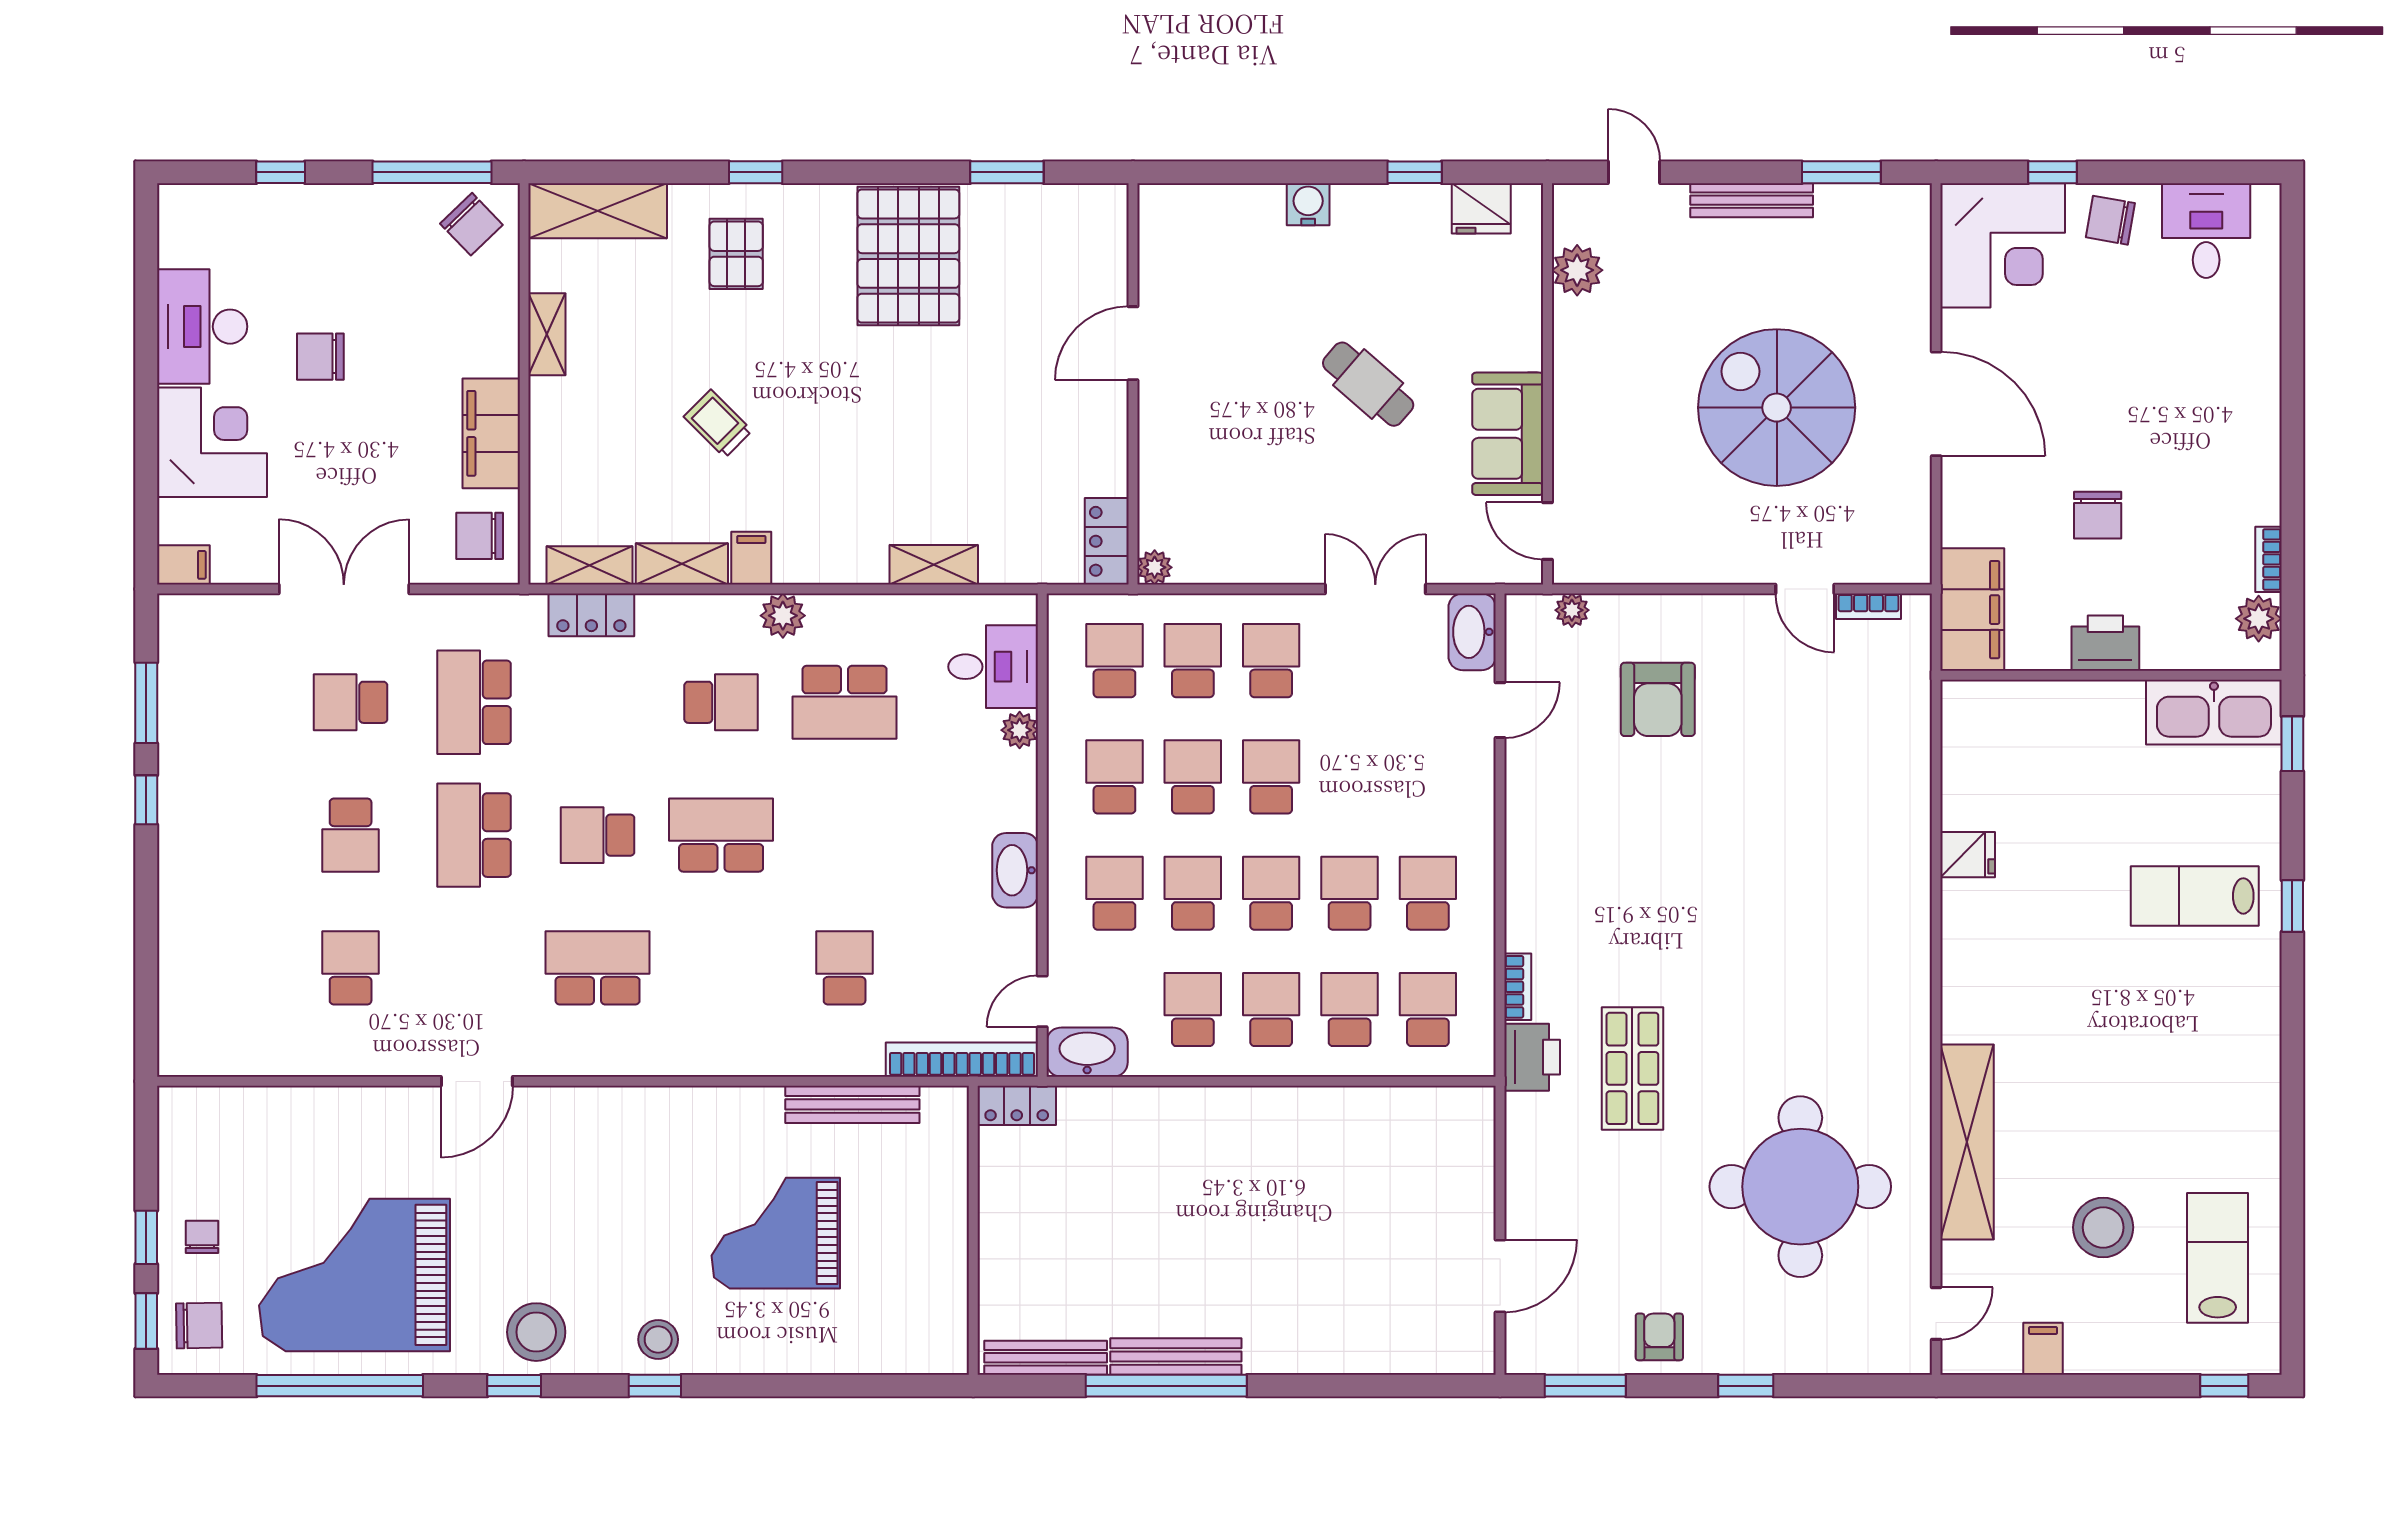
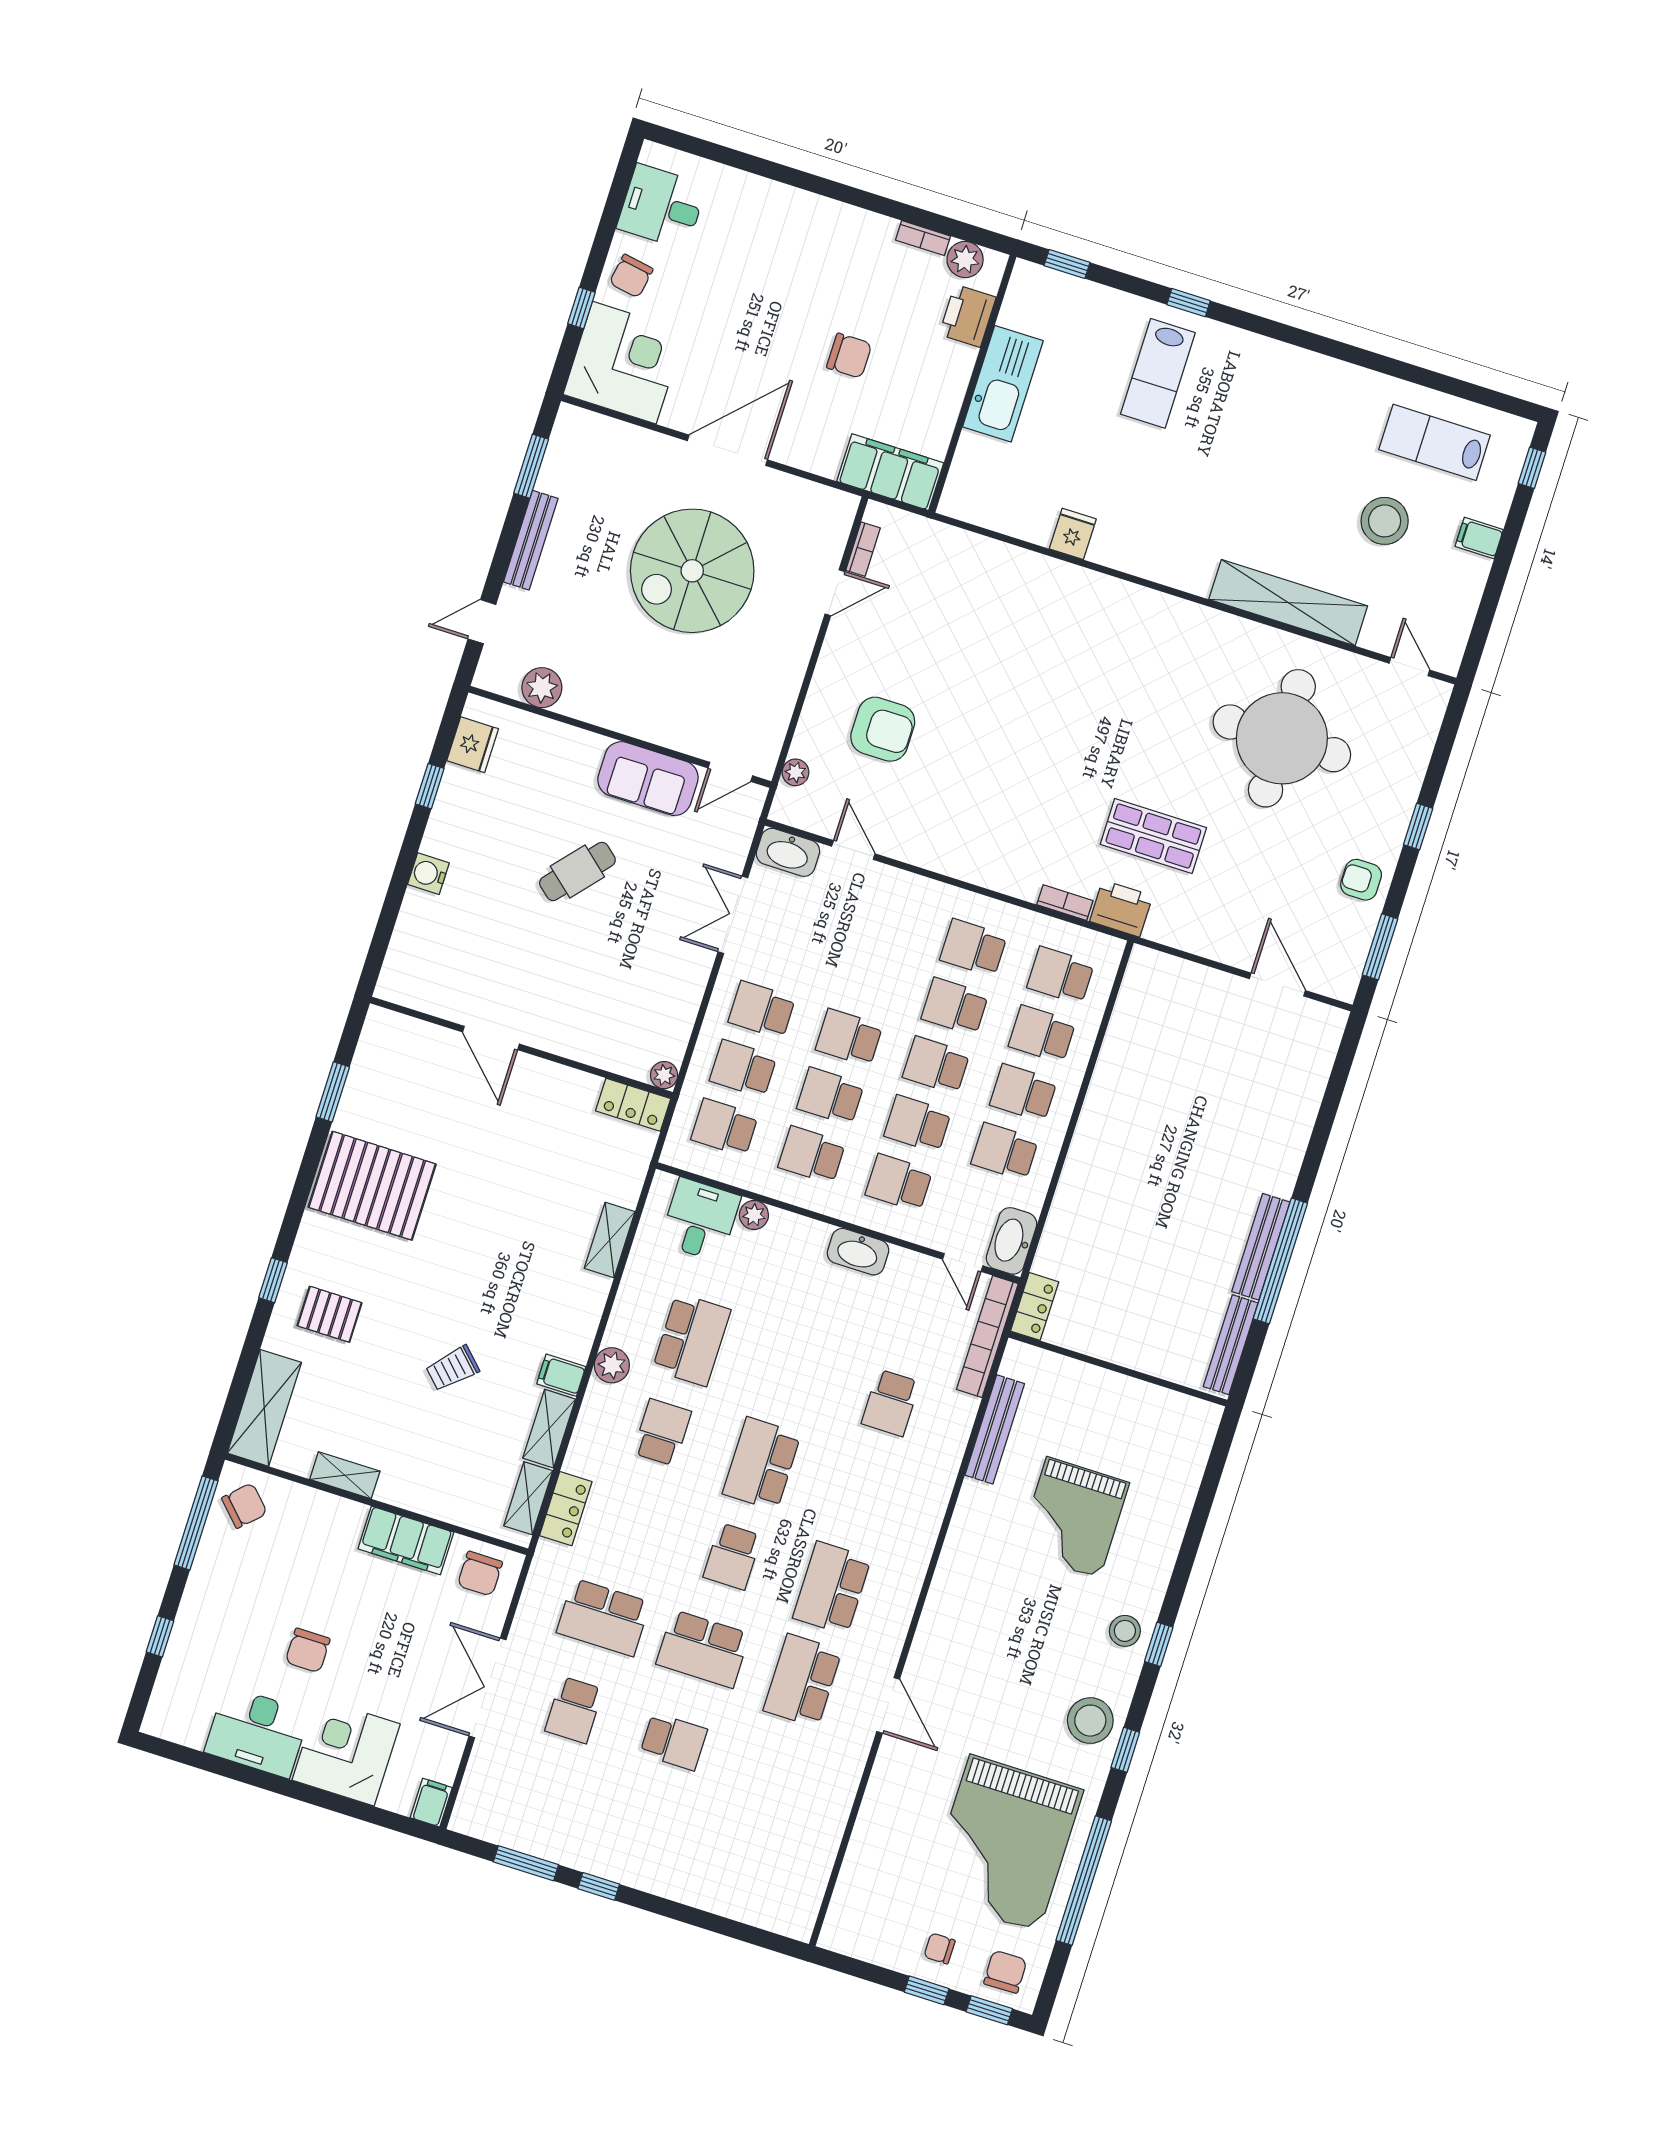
printer: (2105, 643) -> (968, 316), moved
kitchen sink: (2214, 712) -> (1003, 384), moved
school desk: (351, 968) -> (803, 1681), moved, width x1.85
school desk: (845, 968) -> (891, 1403), turned -90
filing cabinet: (2043, 1349) -> (1479, 538), moved

